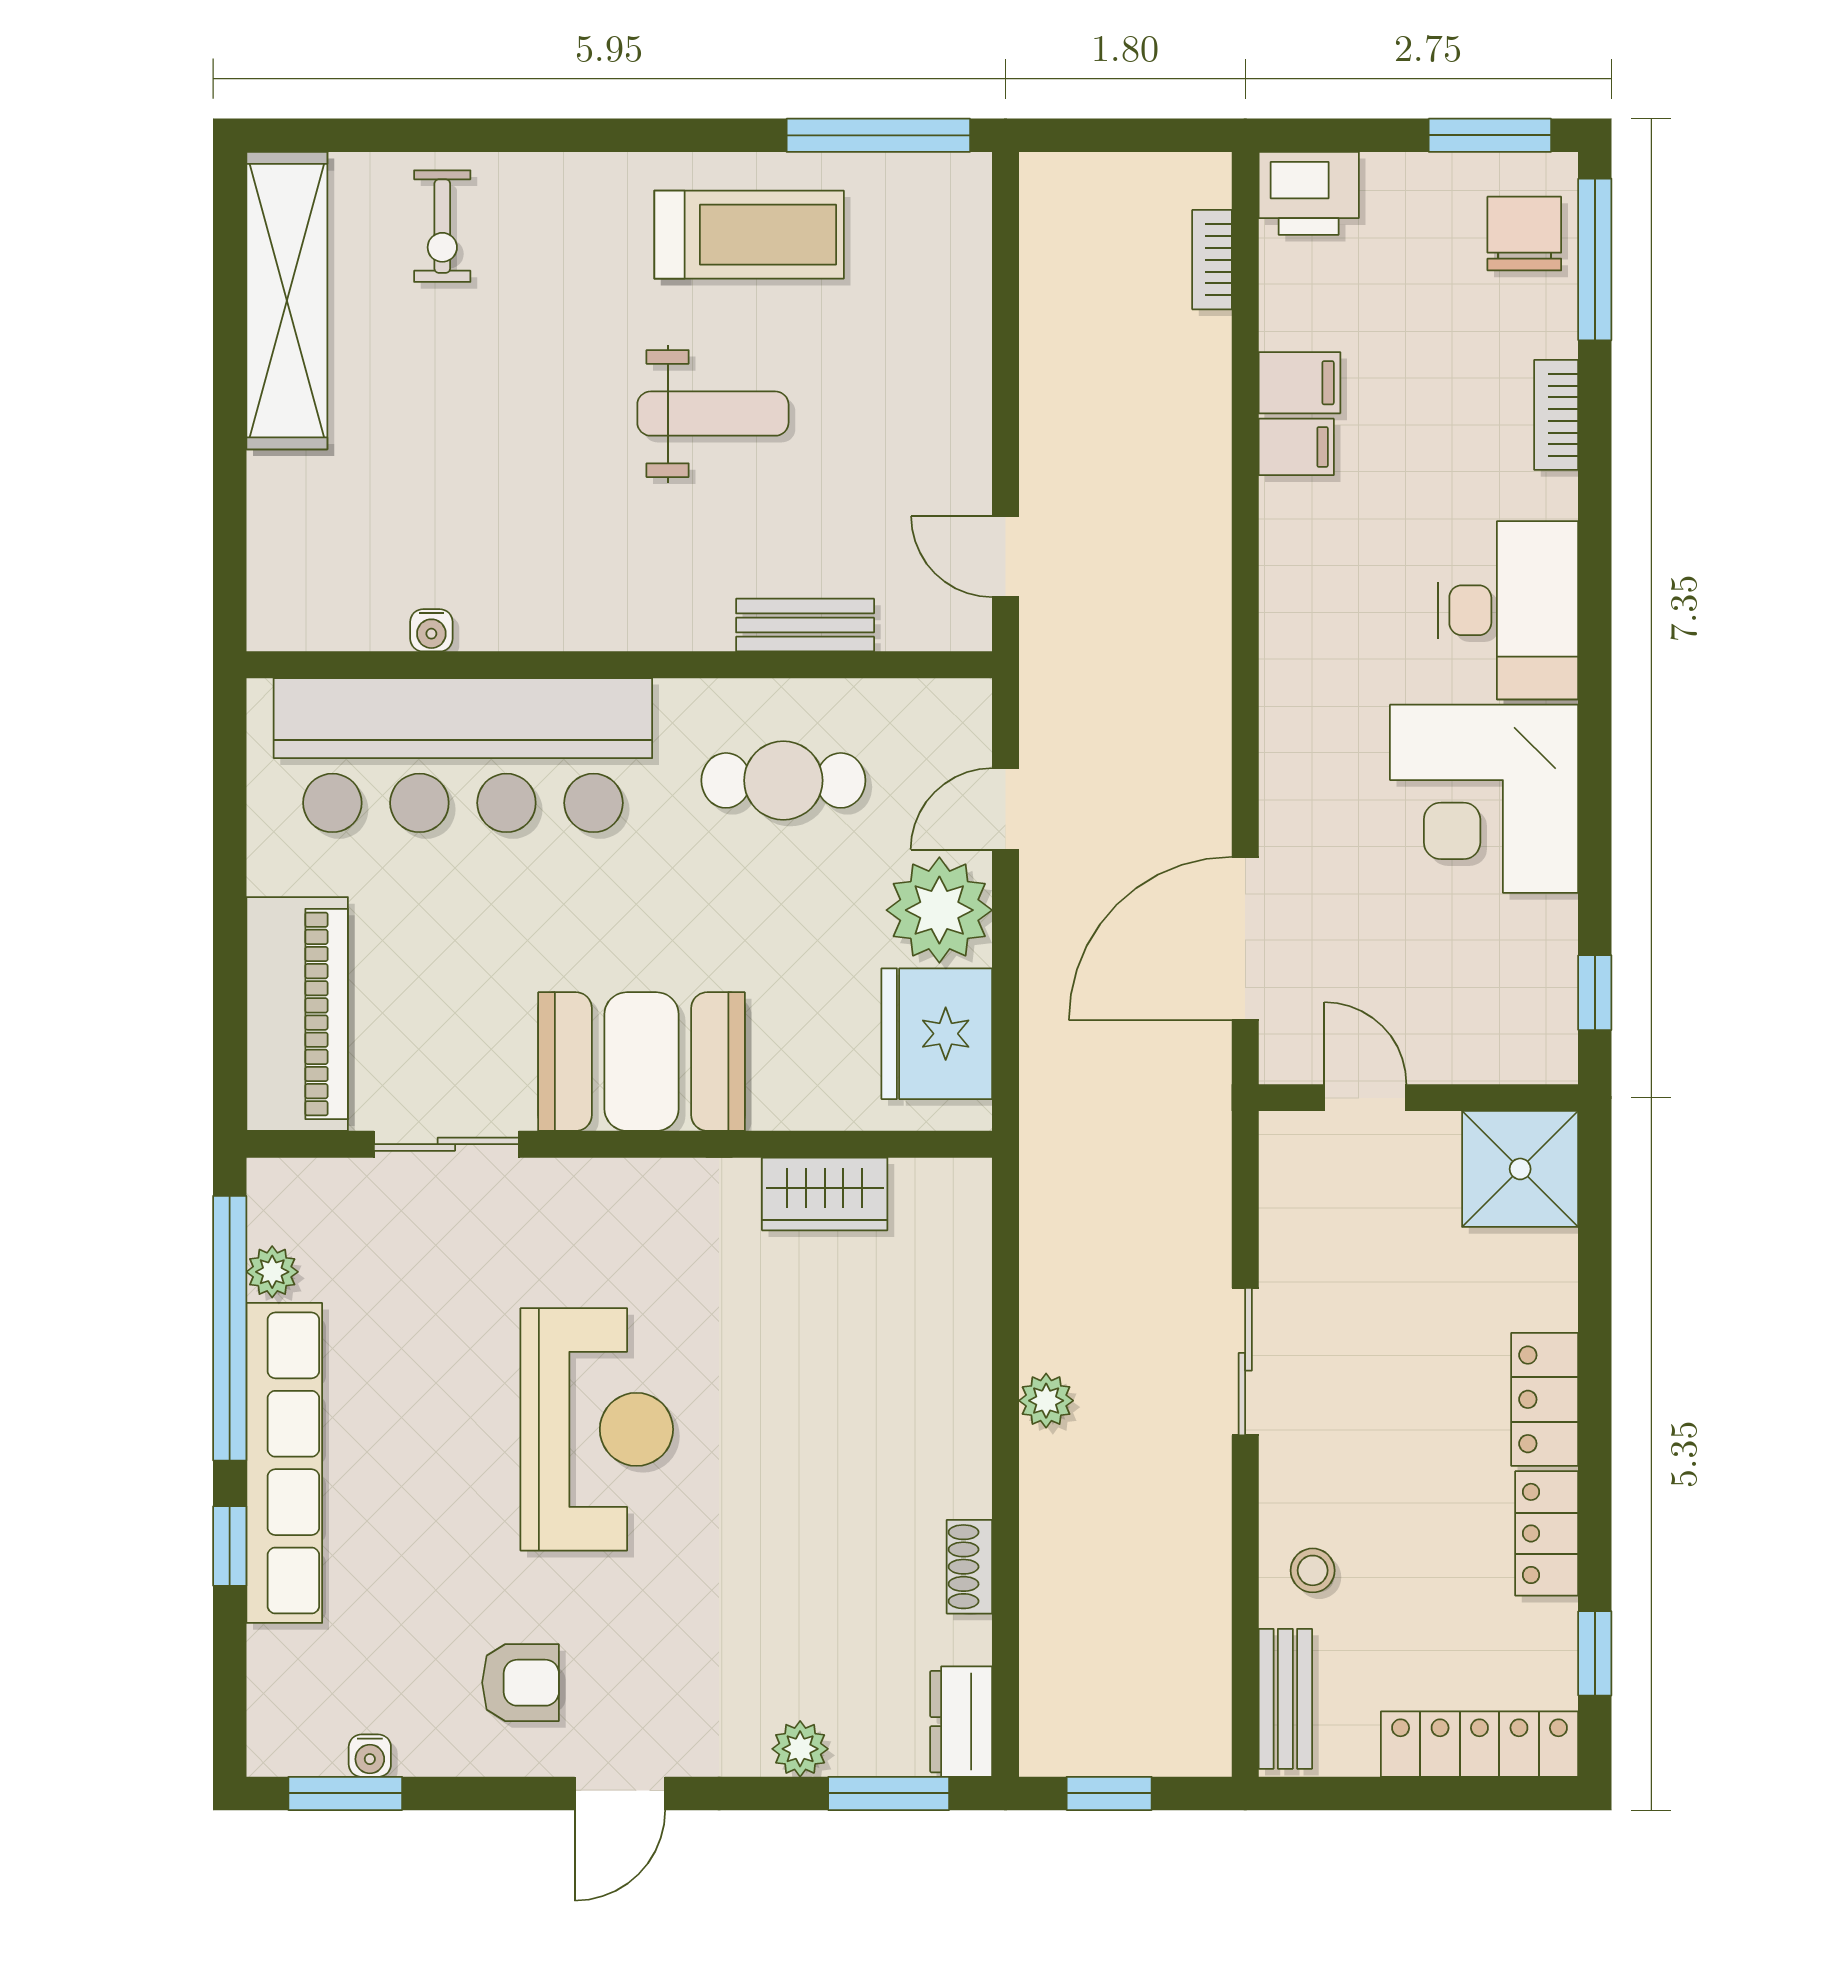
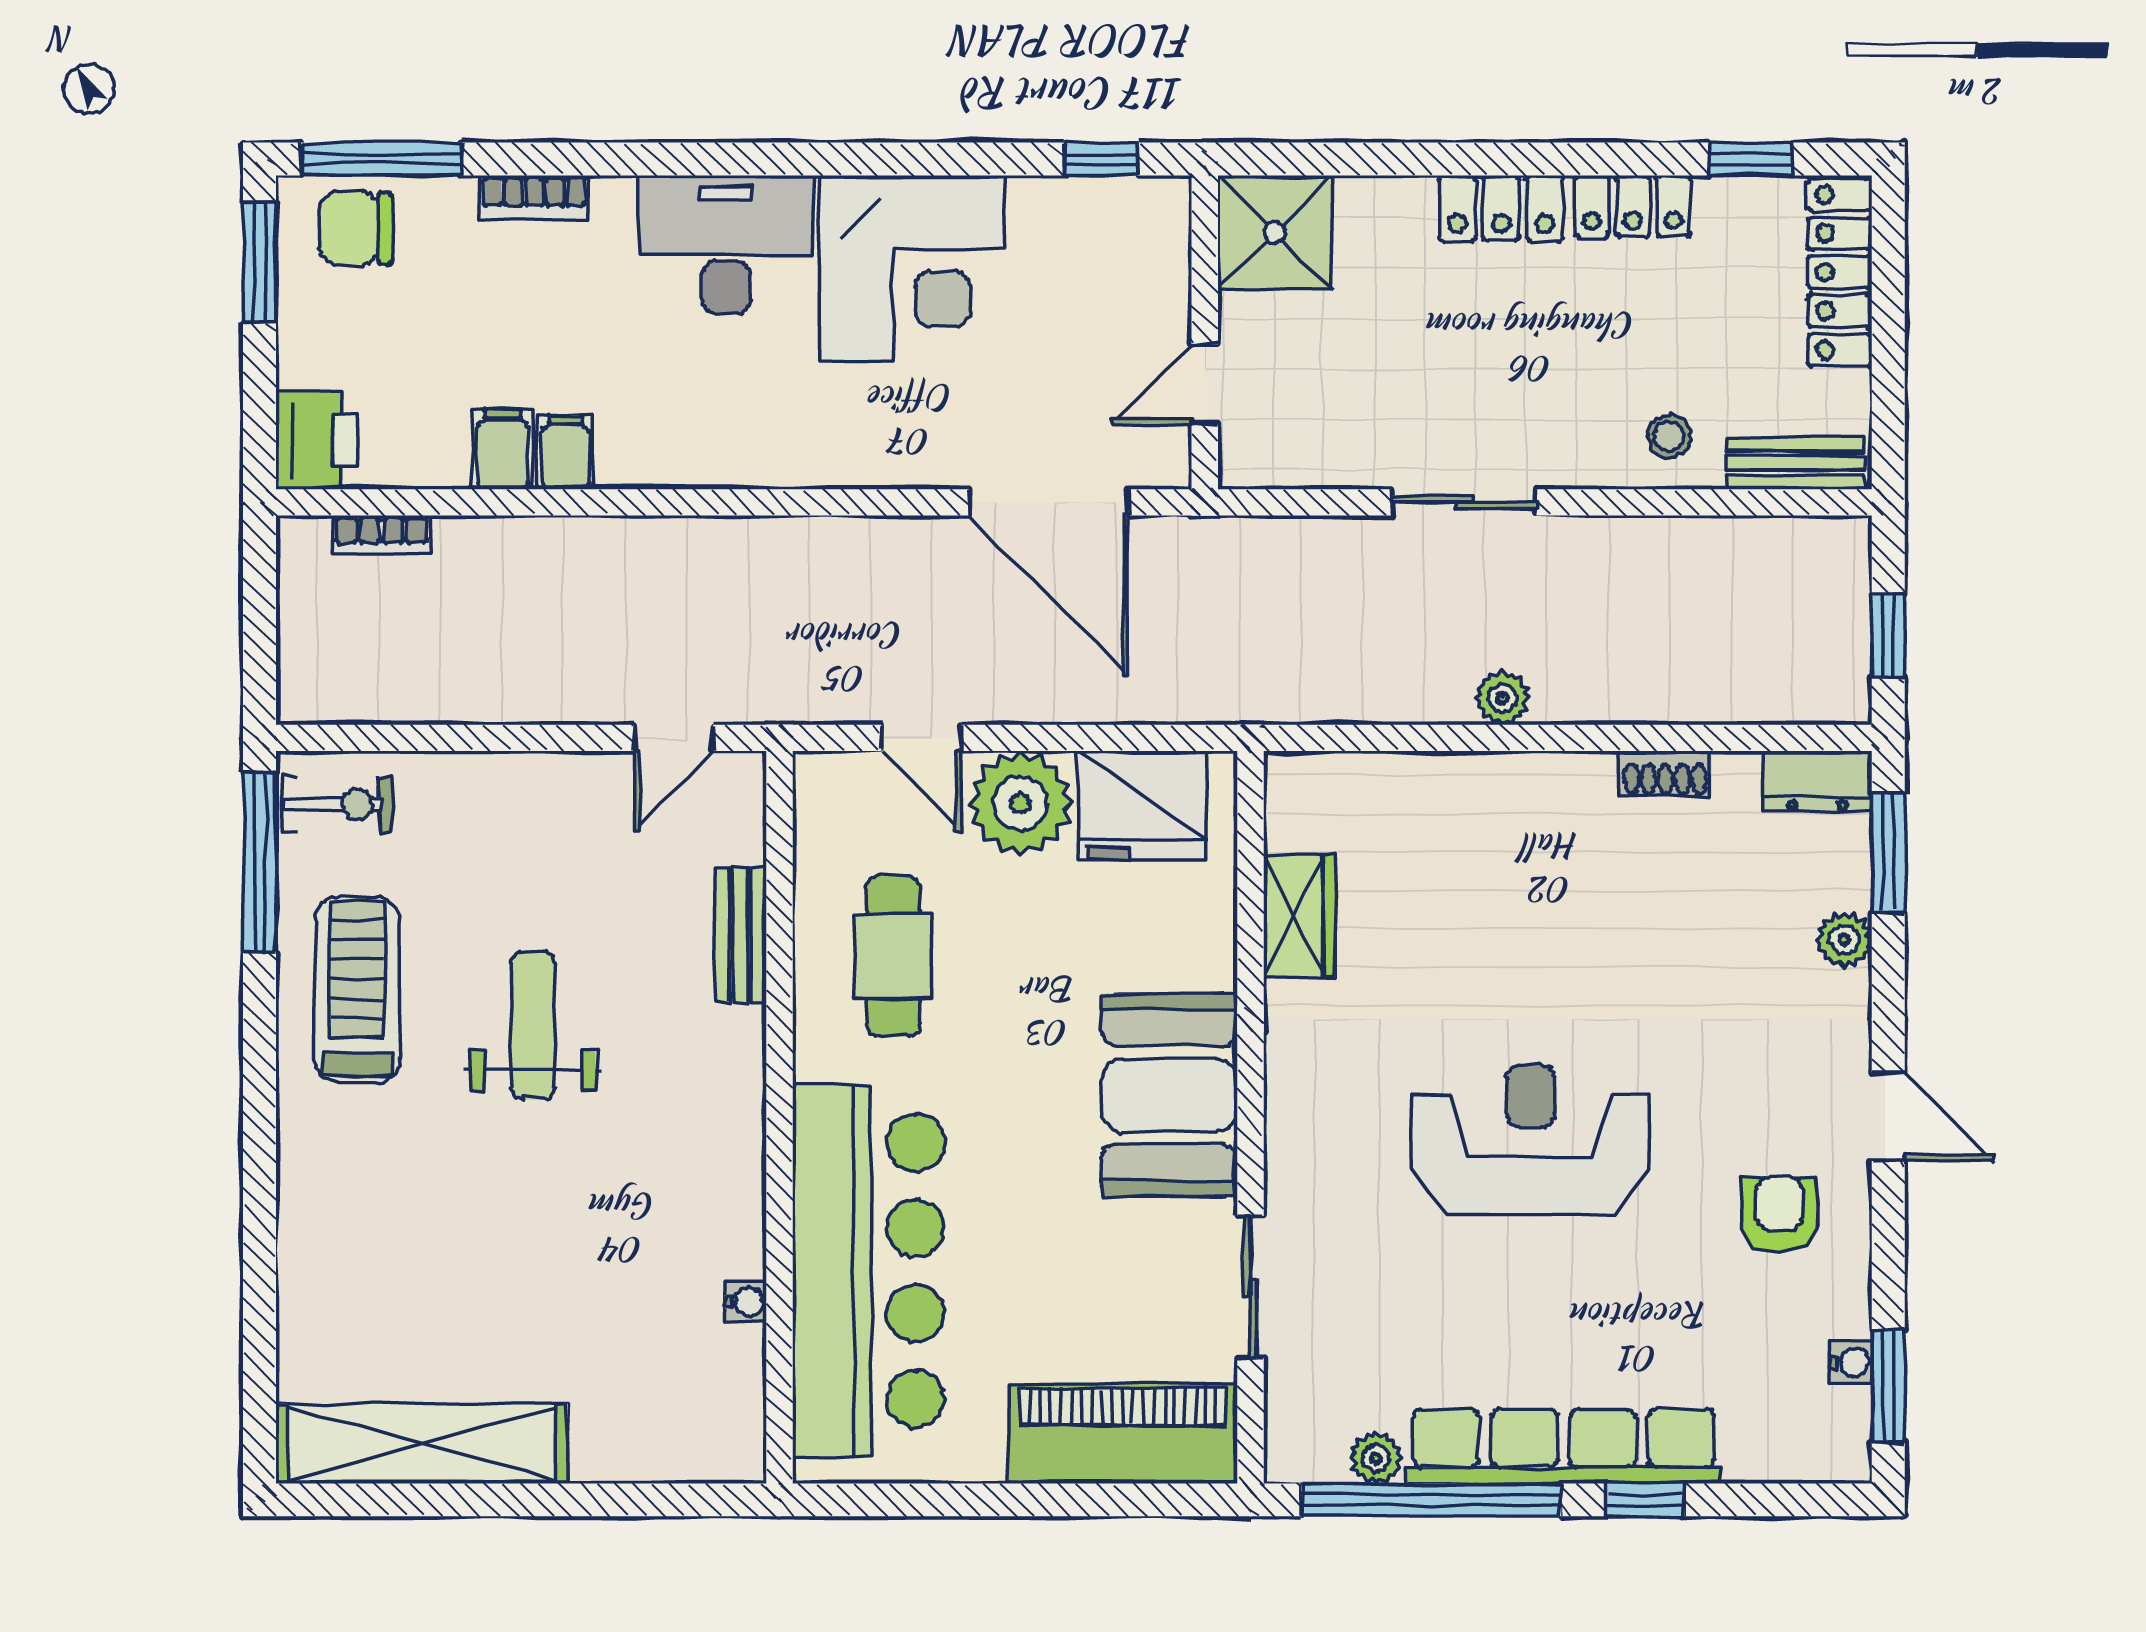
exercise bike: (442, 226) -> (337, 805), moved

